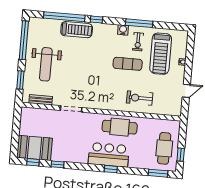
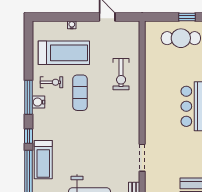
window: (139, 23) -> (28, 97), moved
treadmill: (77, 30) -> (43, 160), turned 180
cafe table: (120, 127) -> (159, 96), removed

